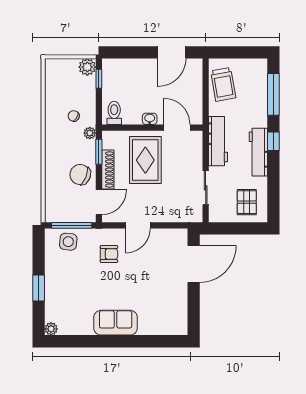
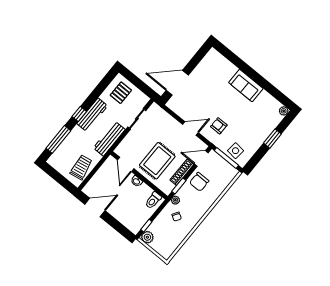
chair: (80, 175) -> (199, 182), turned 68

